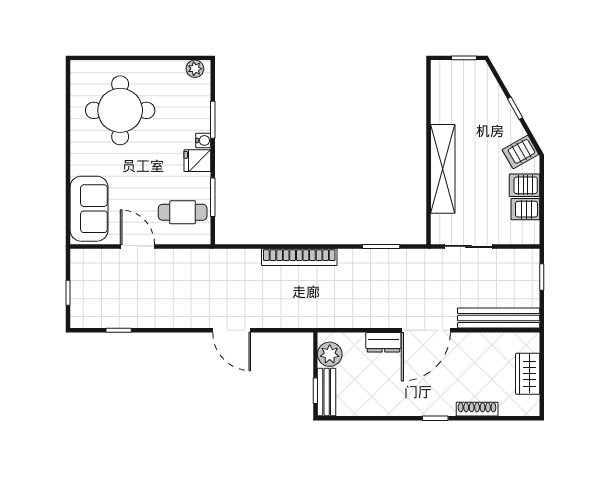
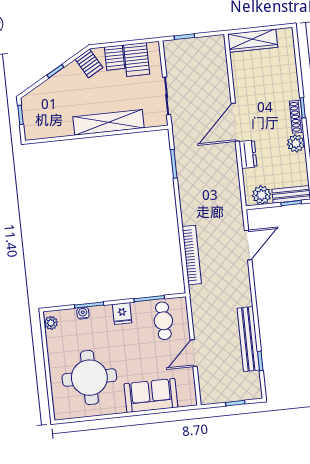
water cooler: (203, 140) -> (83, 313), moved
sofa: (89, 209) -> (151, 396), moved
server rack: (525, 209) -> (137, 59), width x1.36, depth x1.44
bookcase: (299, 257) -> (192, 255), moved
bench: (499, 318) -> (248, 339), moved
door: (232, 330) -> (248, 245), moved
door: (426, 330) -> (235, 122), swing flipped
wardrobe: (528, 374) -> (253, 41), width x1.50
plant: (391, 405) -> (296, 143), added
shoe rack: (477, 409) -> (297, 117), moved

